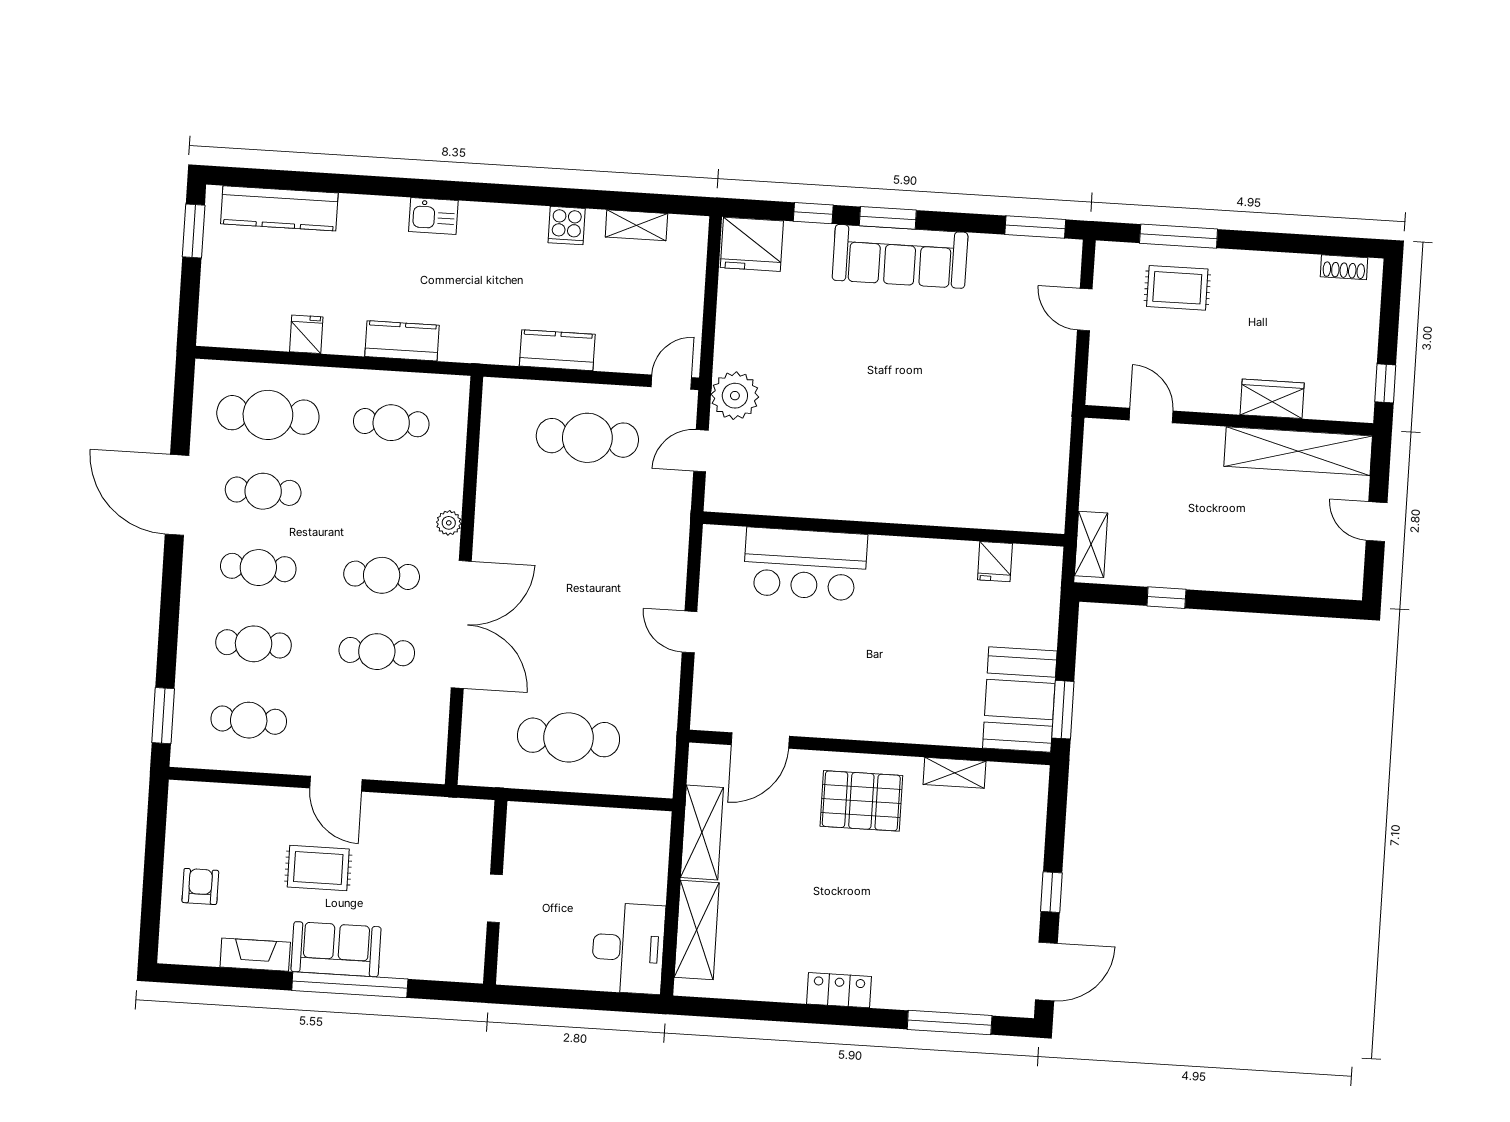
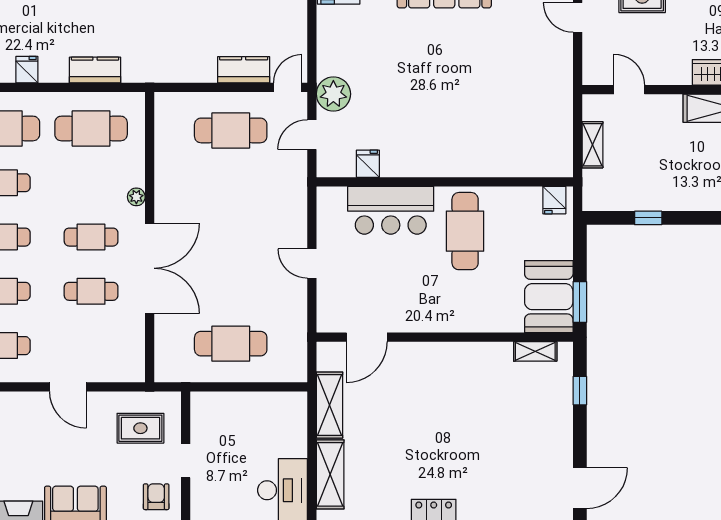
kitchen counter: (557, 350) -> (244, 70), moved
cafe table: (391, 423) -> (91, 128), width x1.37, depth x1.35
fridge: (777, 497) -> (368, 164), added
shelving: (1091, 544) -> (592, 145), moved
fridge: (995, 562) -> (554, 200), moved
cafe table: (908, 600) -> (465, 231), added
shelving: (955, 773) -> (535, 351), moved
pallet: (861, 801) -> (441, 376), removed
rug: (318, 868) -> (140, 428), moved
window: (1051, 892) -> (580, 391), moved
armchair: (450, 946) -> (156, 497), added

